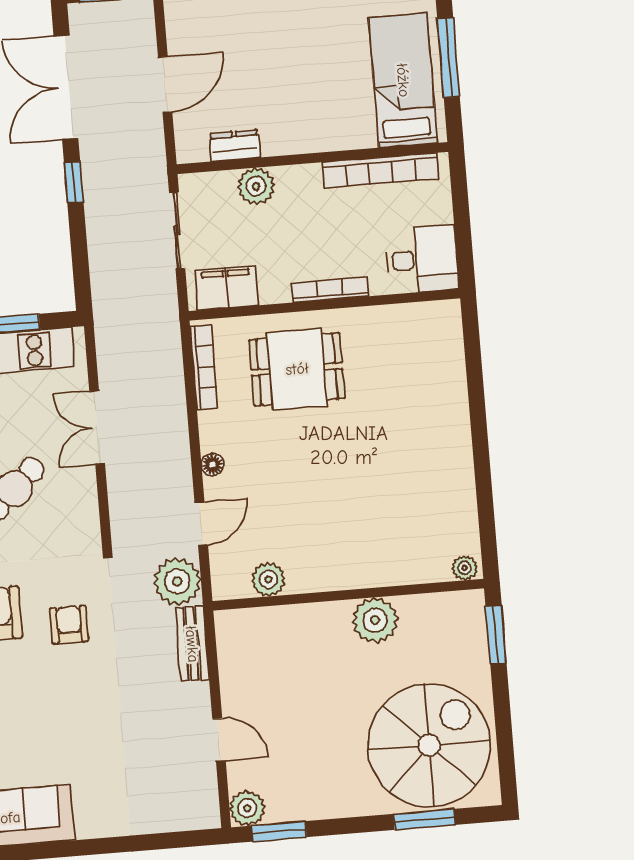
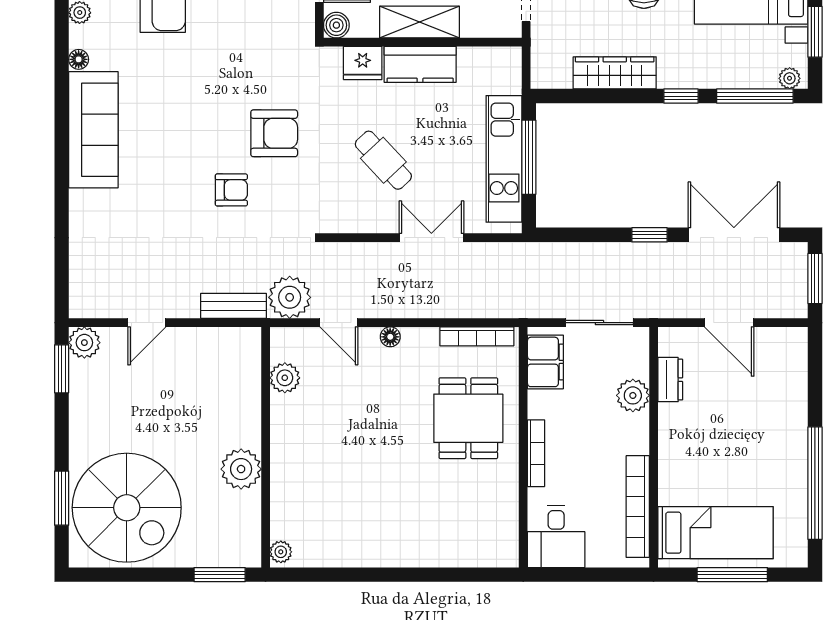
armchair: (69, 625) -> (231, 190), moved

